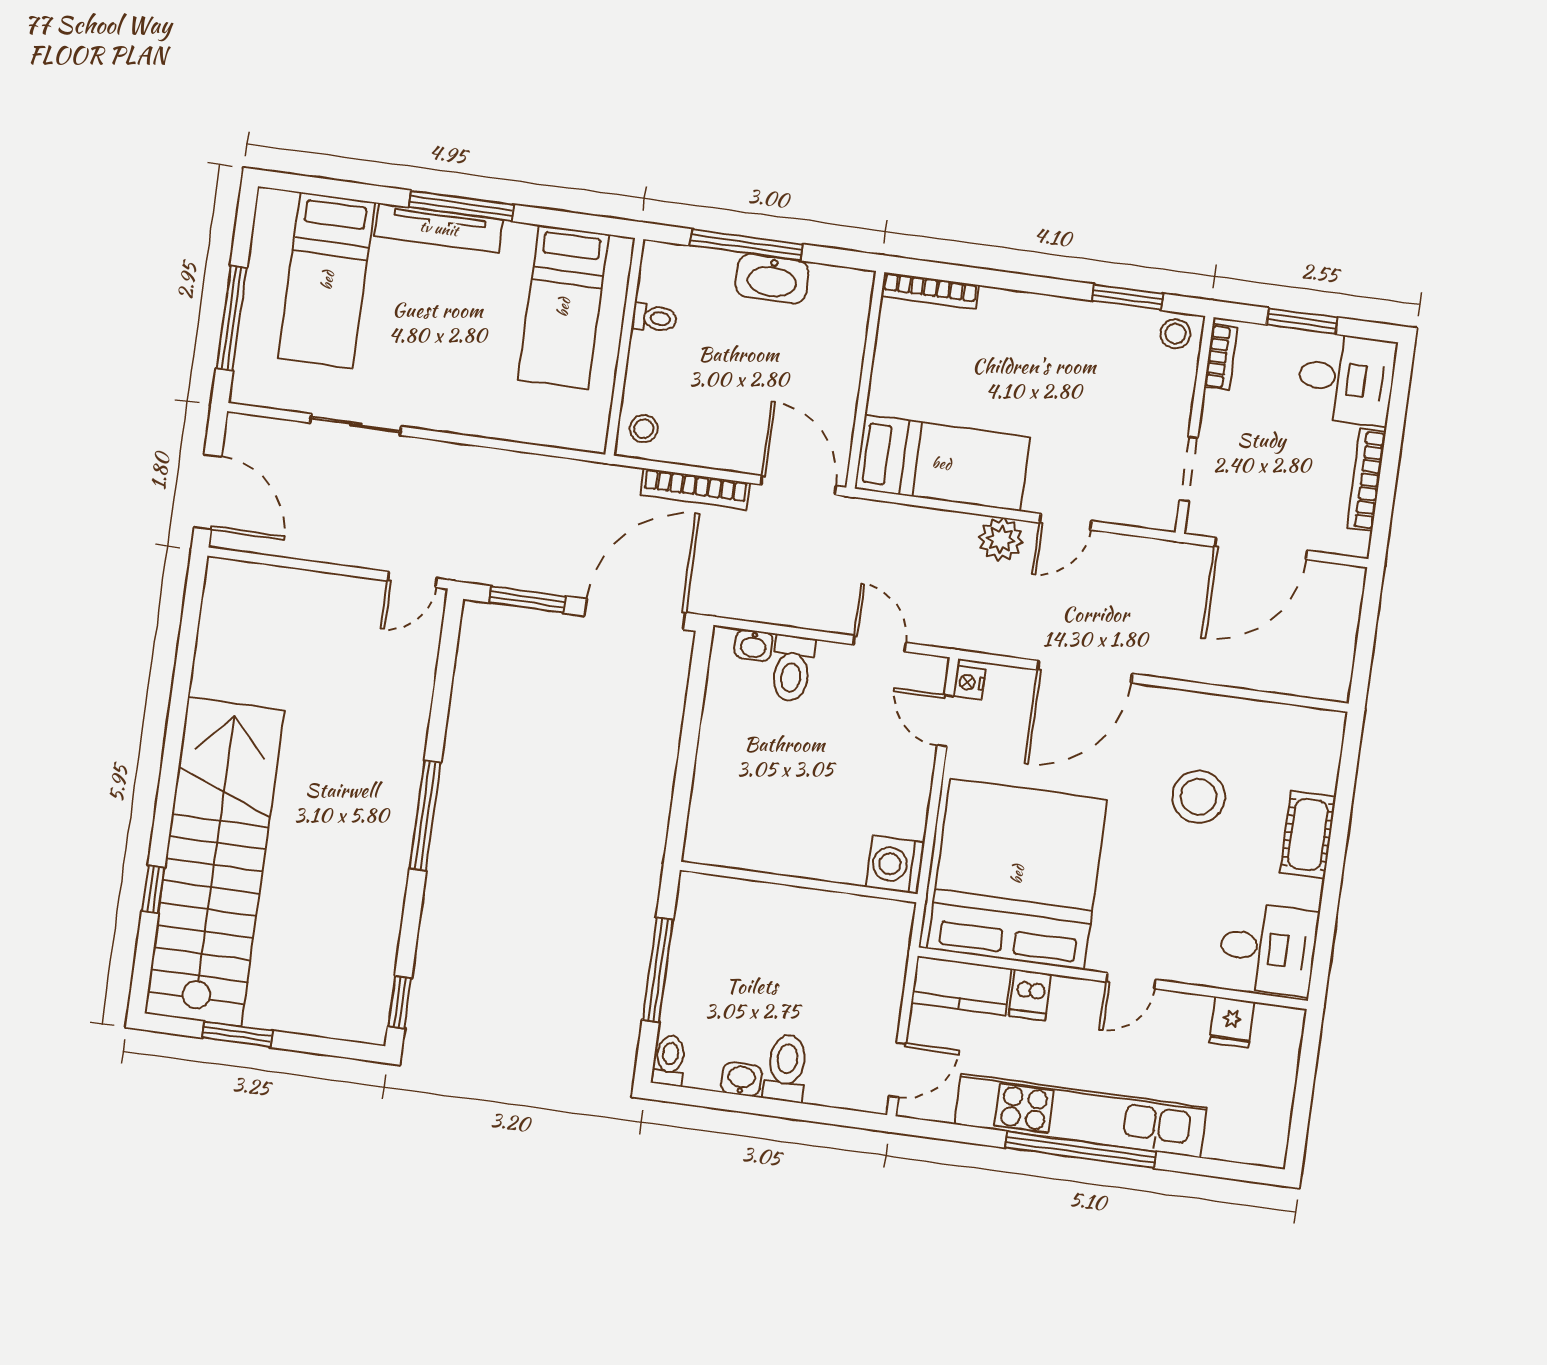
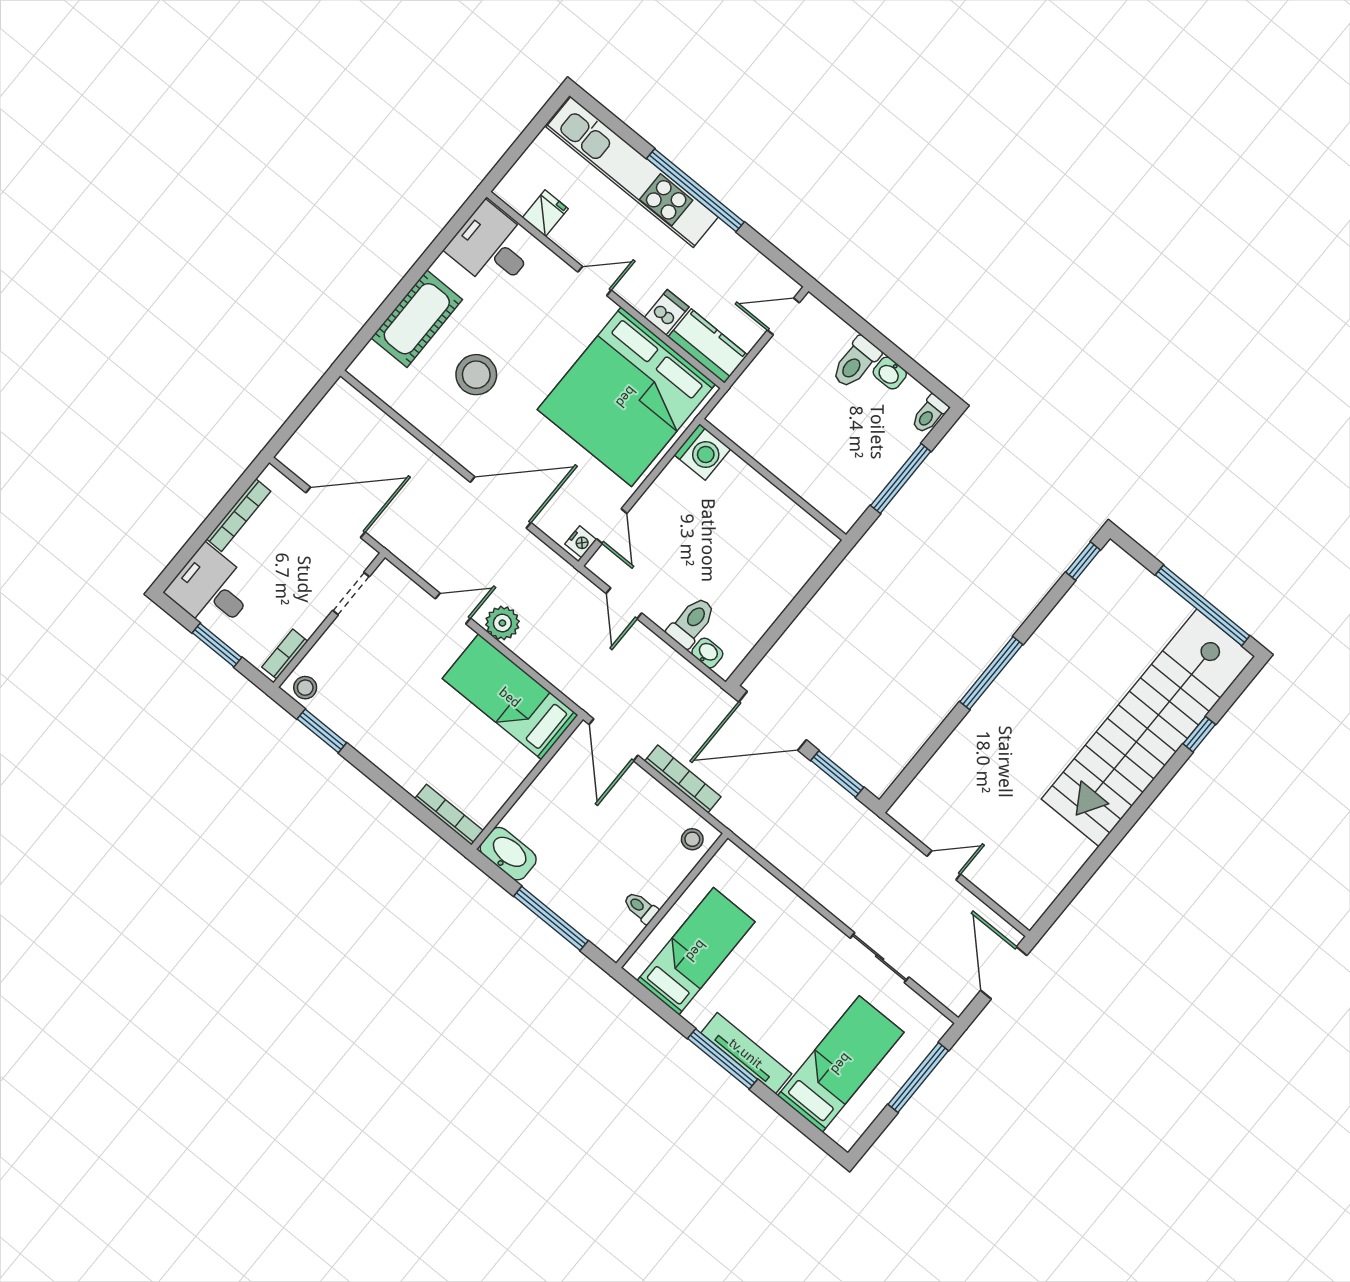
washbasin: (772, 279) -> (508, 854), moved
door: (412, 580) -> (944, 865), moved
cot: (1308, 835) -> (417, 319), width x1.37, depth x1.34
window: (237, 1034) -> (1203, 605), width x2.11
kitchen unit: (1081, 1116) -> (632, 172), moved

